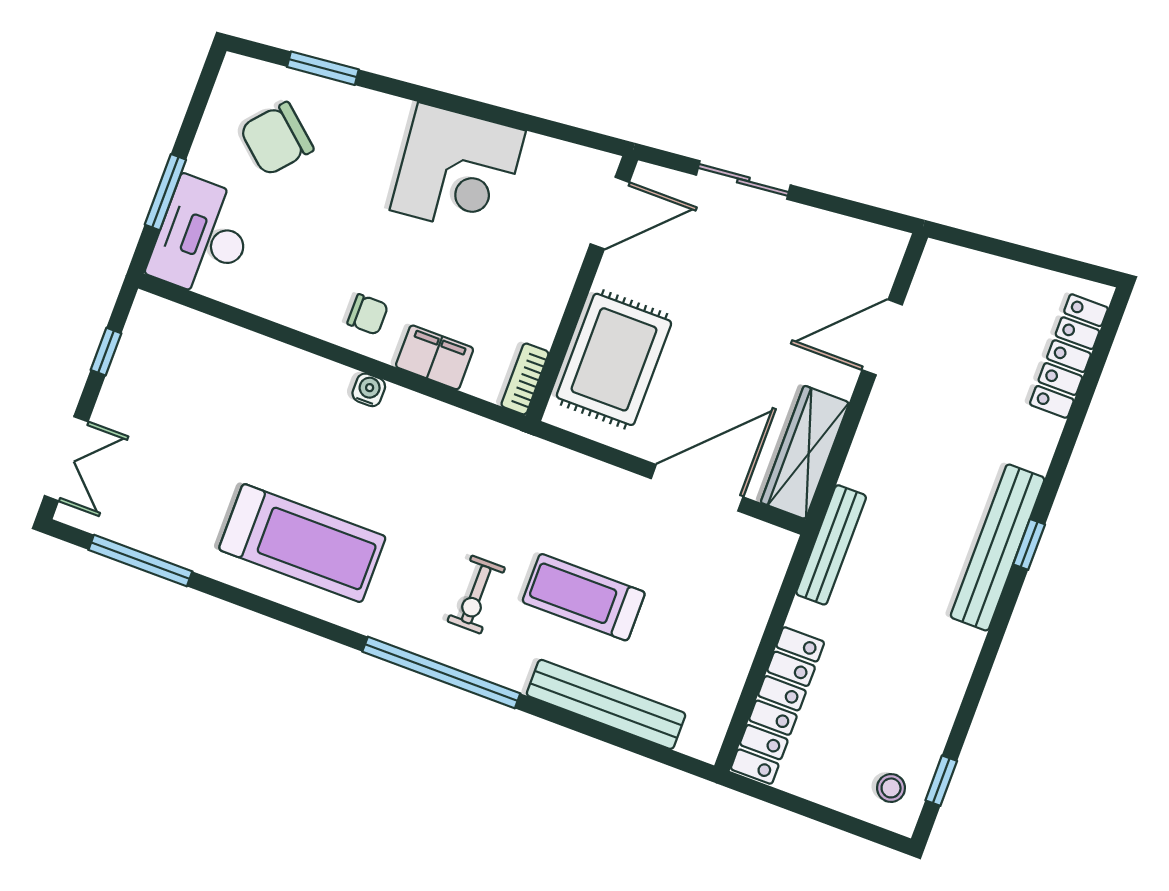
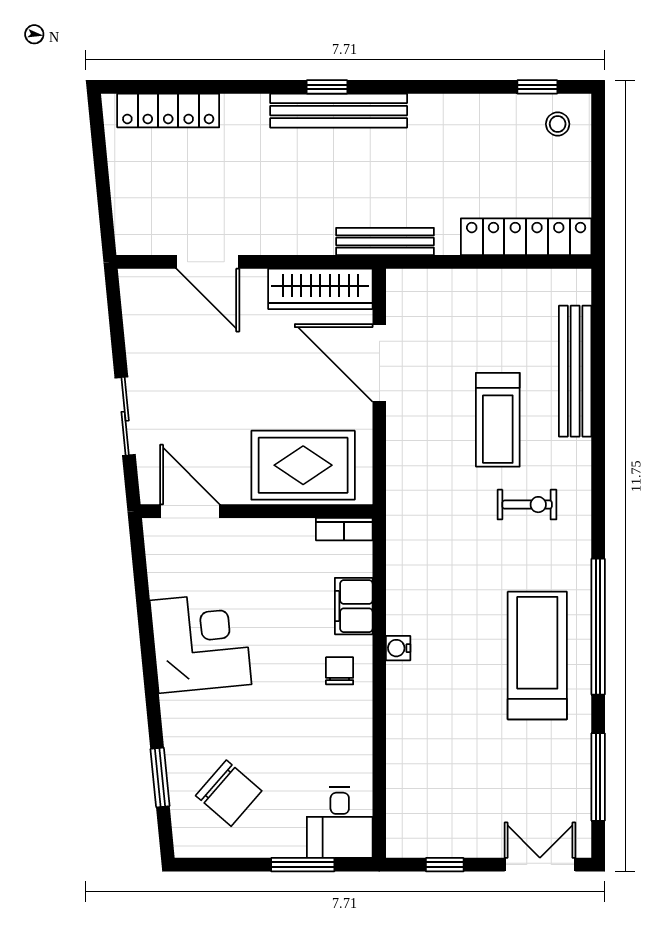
desk: (202, 238) -> (340, 822), width x0.73
window: (441, 673) -> (598, 627), moved

